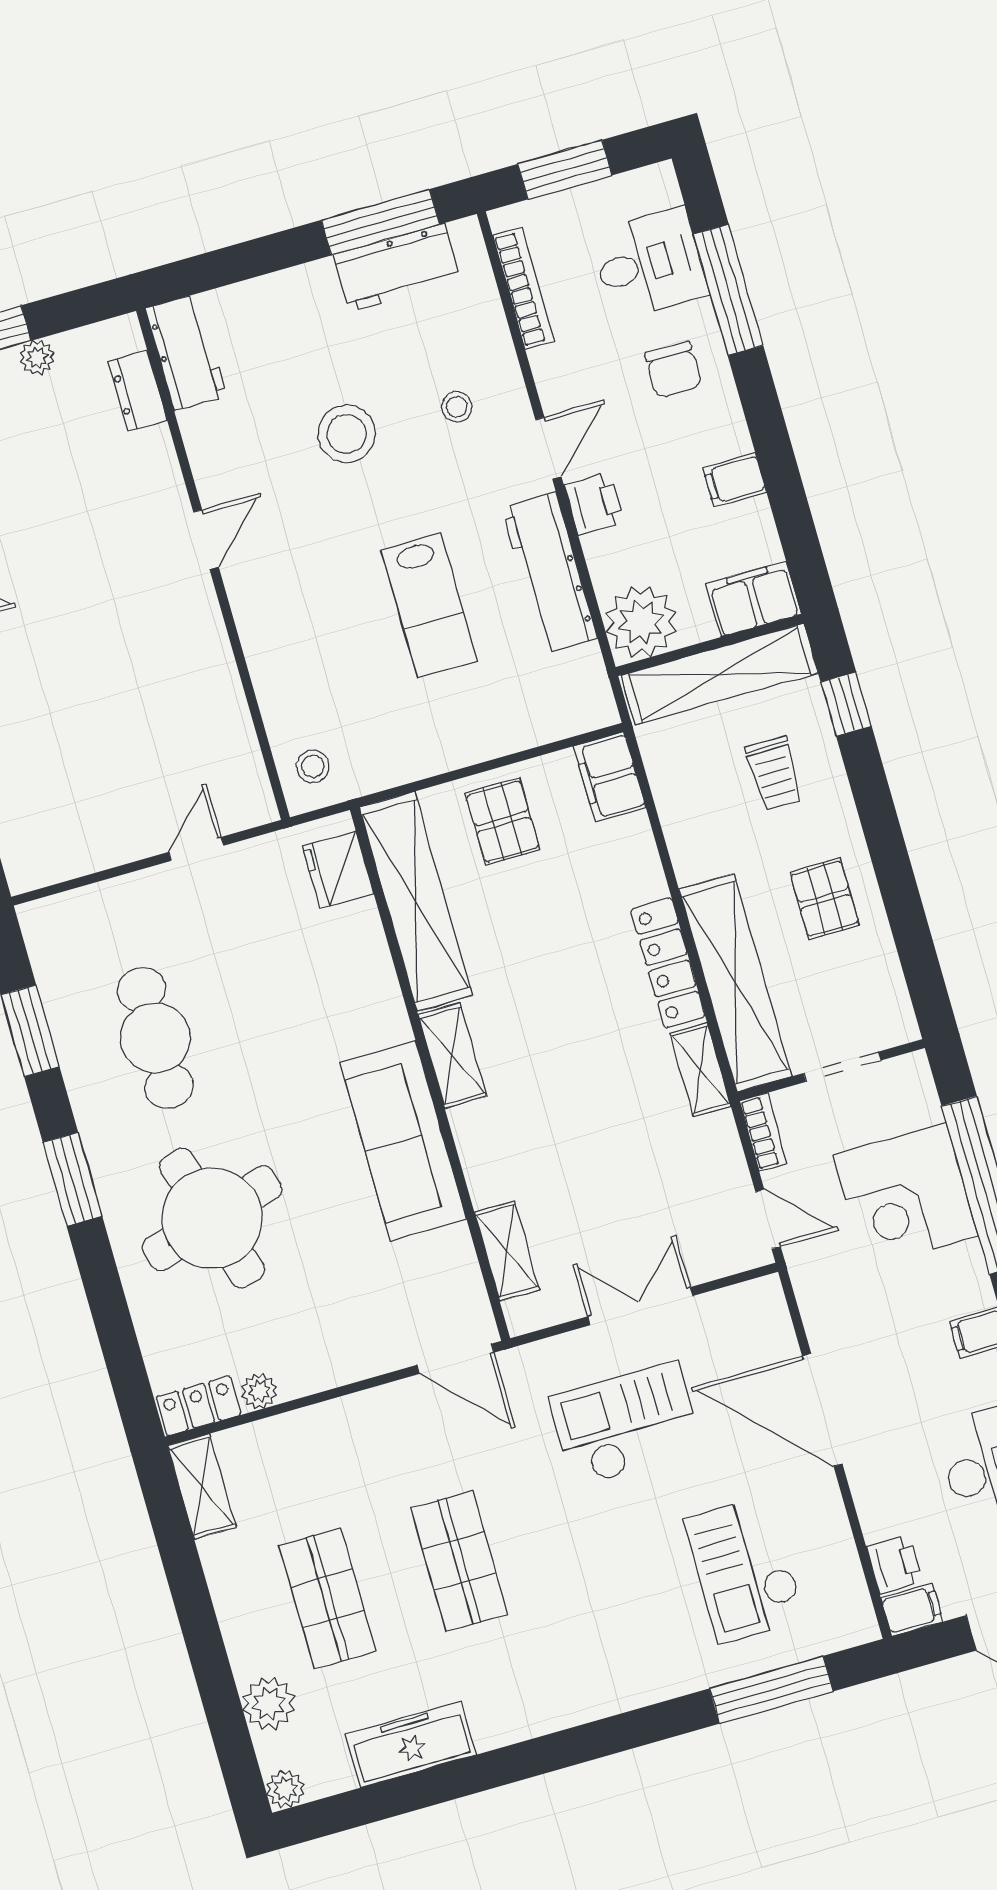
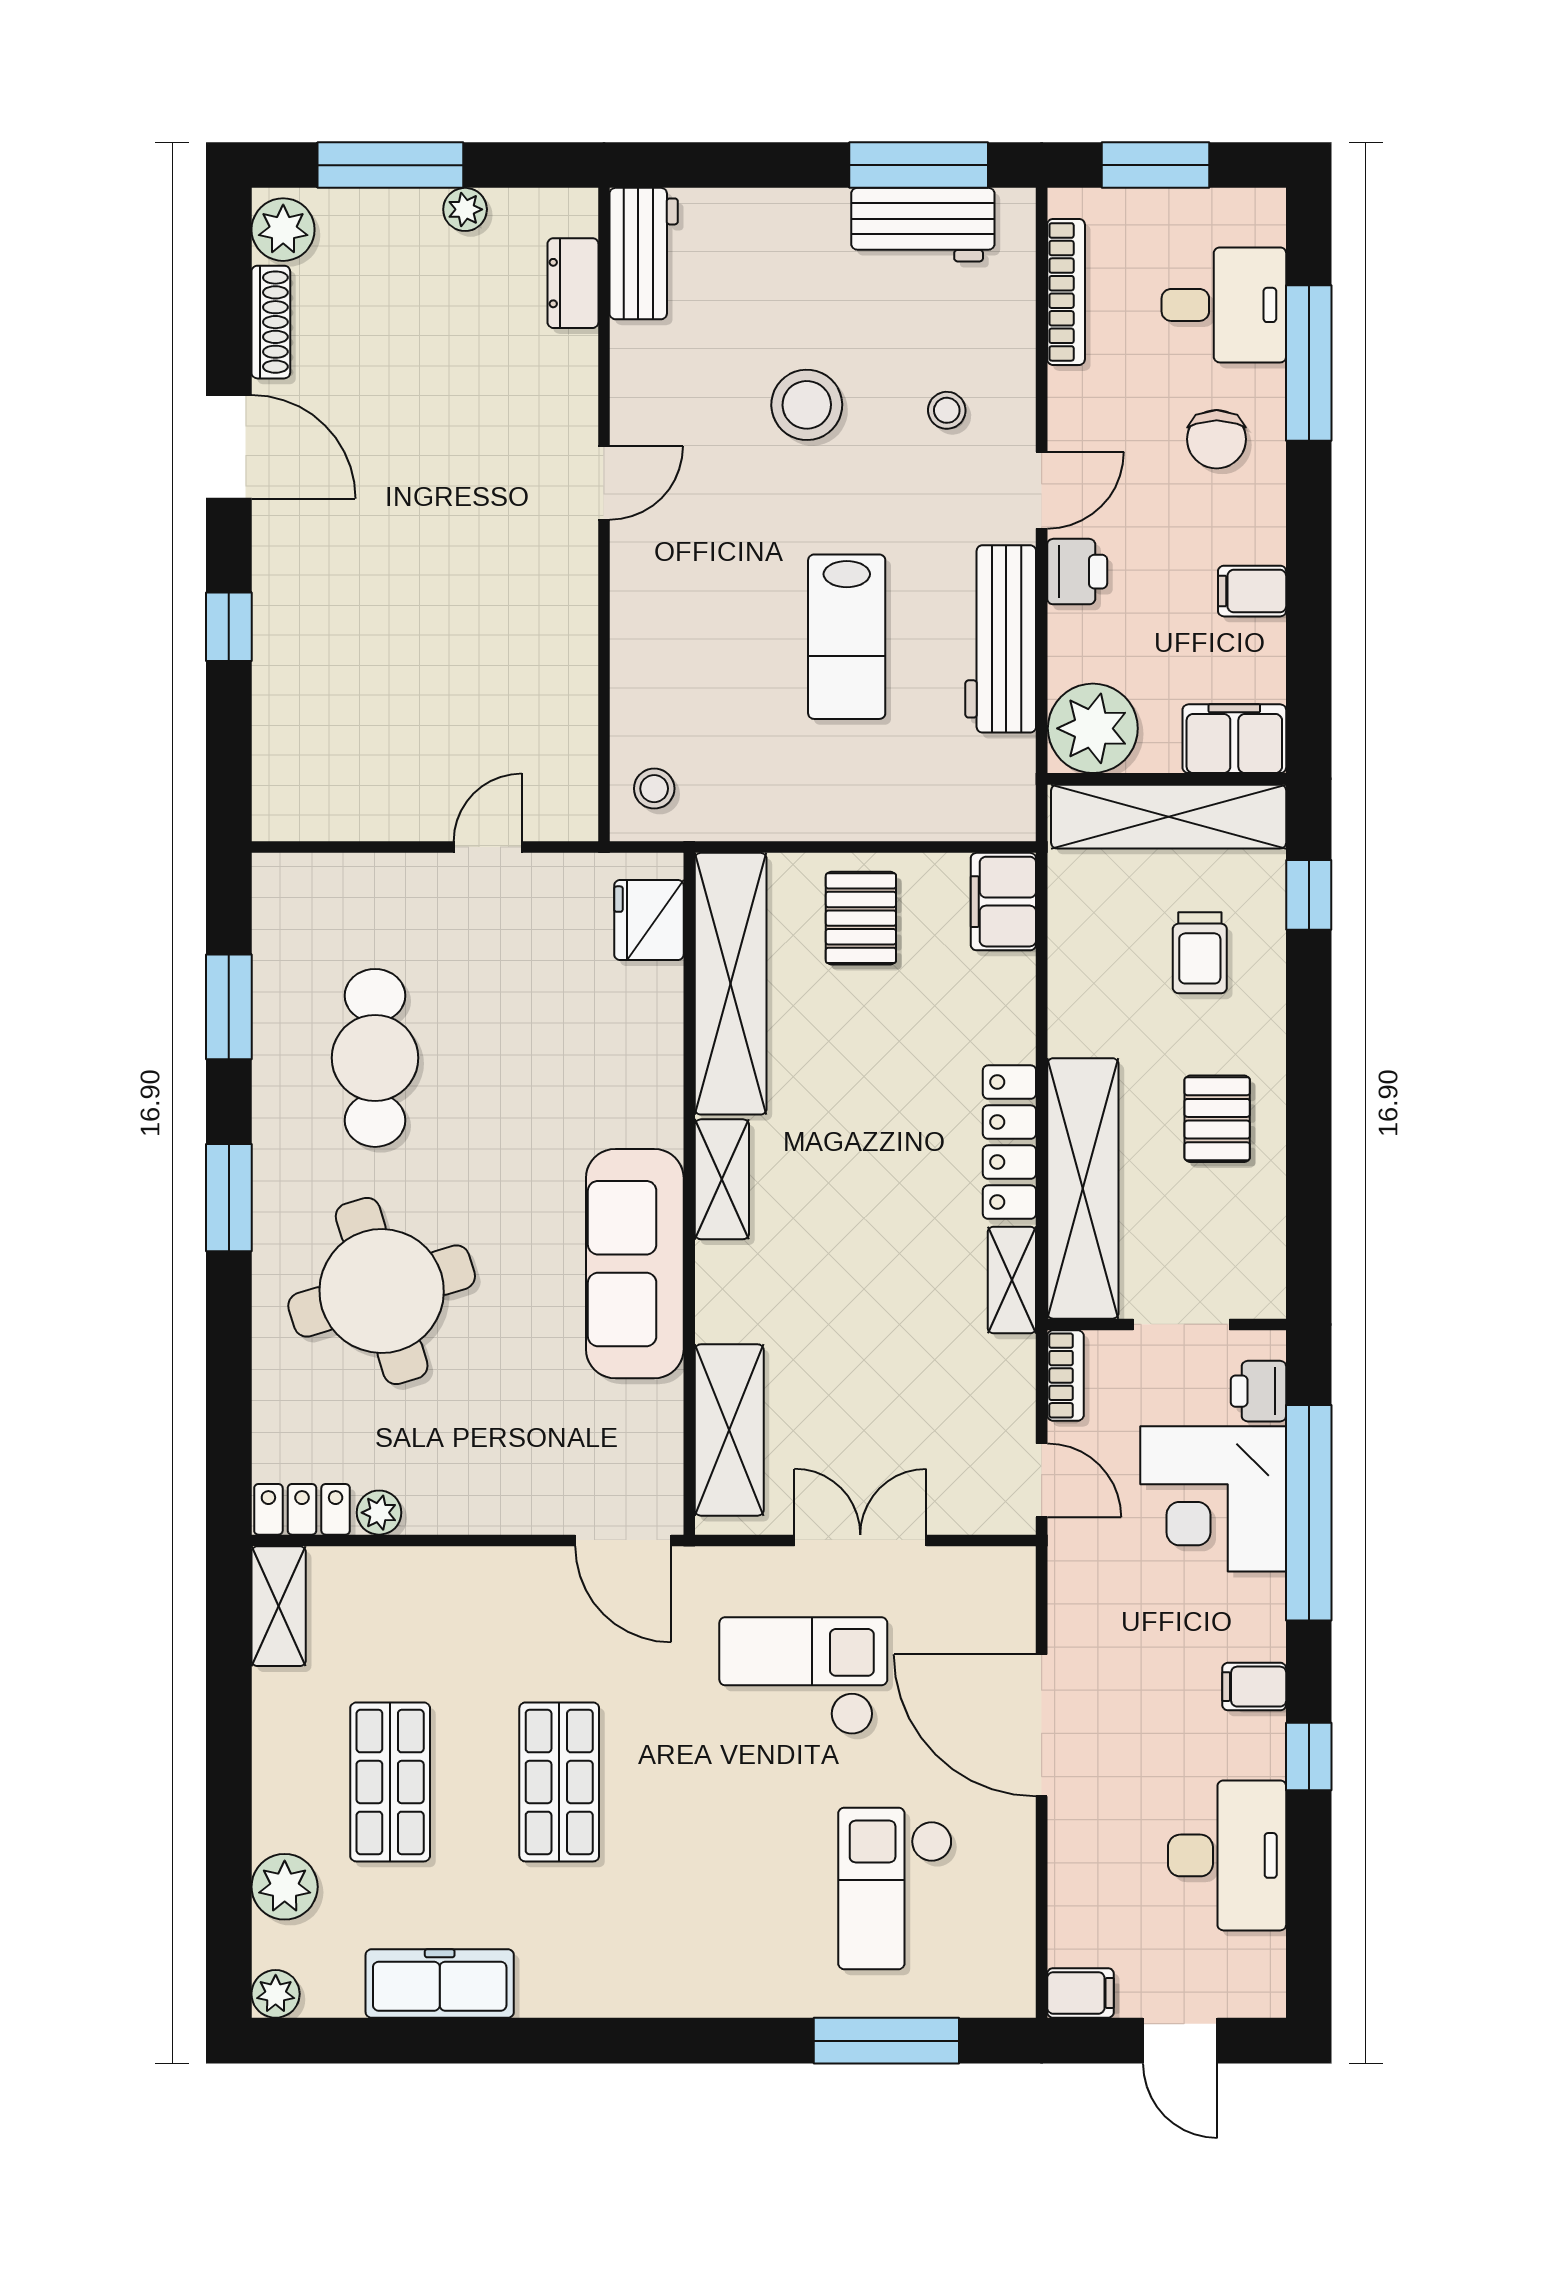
shelving: (507, 1251) -> (729, 1430), width x1.50, depth x1.33
printer: (894, 1564) -> (1258, 1391), moved, turned 180

